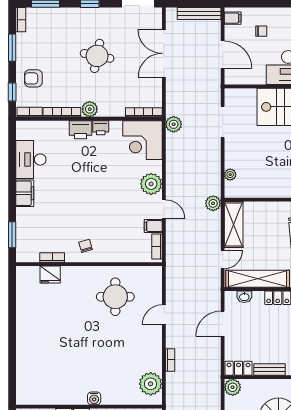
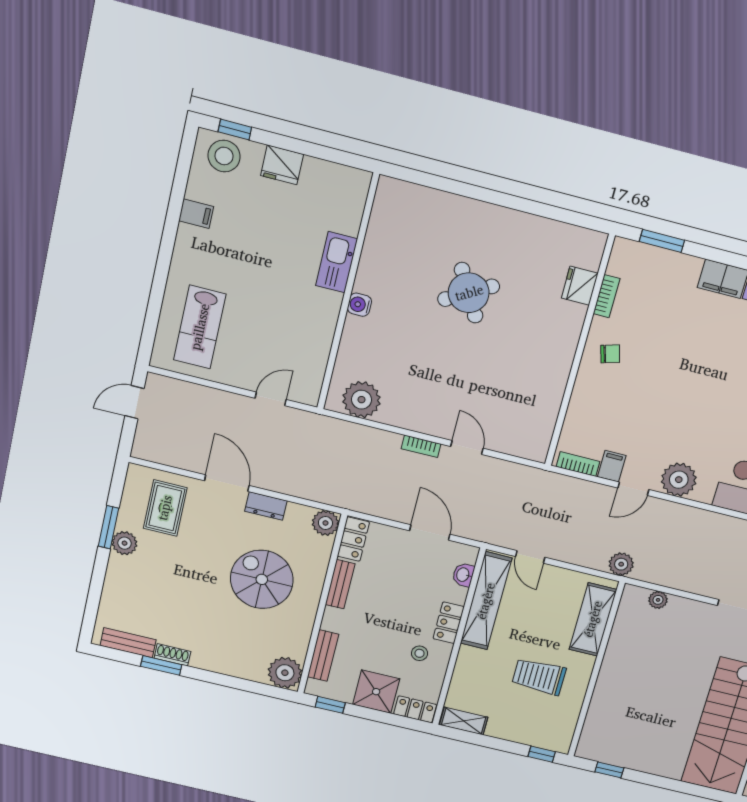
shelving: (234, 224) -> (593, 619), moved, turned 90
round table: (115, 297) -> (469, 293), moved, turned -30
bookcase: (170, 360) -> (421, 446), moved

